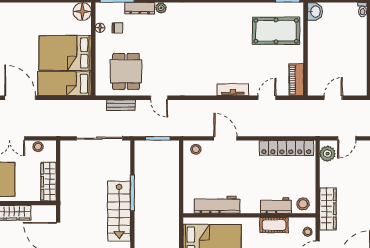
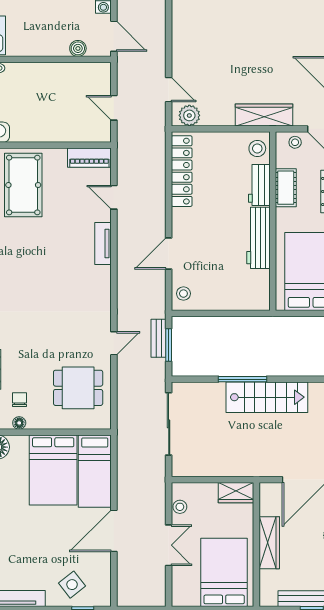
bench: (121, 105) -> (159, 338), moved
wardrobe: (49, 182) -> (236, 493), width x0.67
workbench: (217, 205) -> (258, 238), moved

